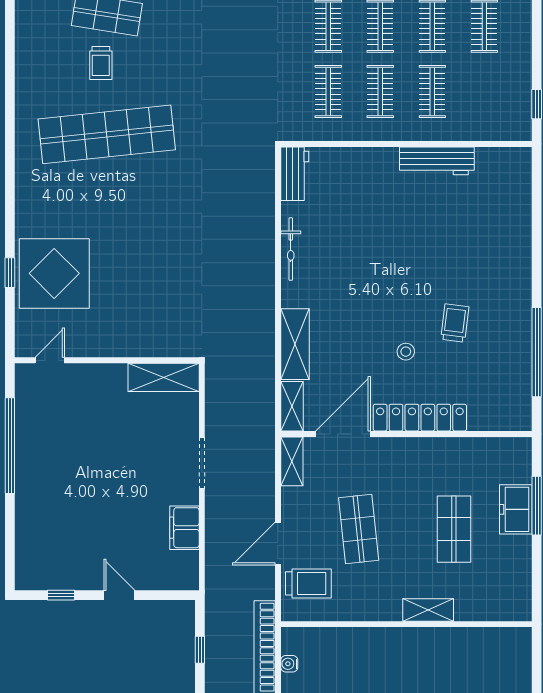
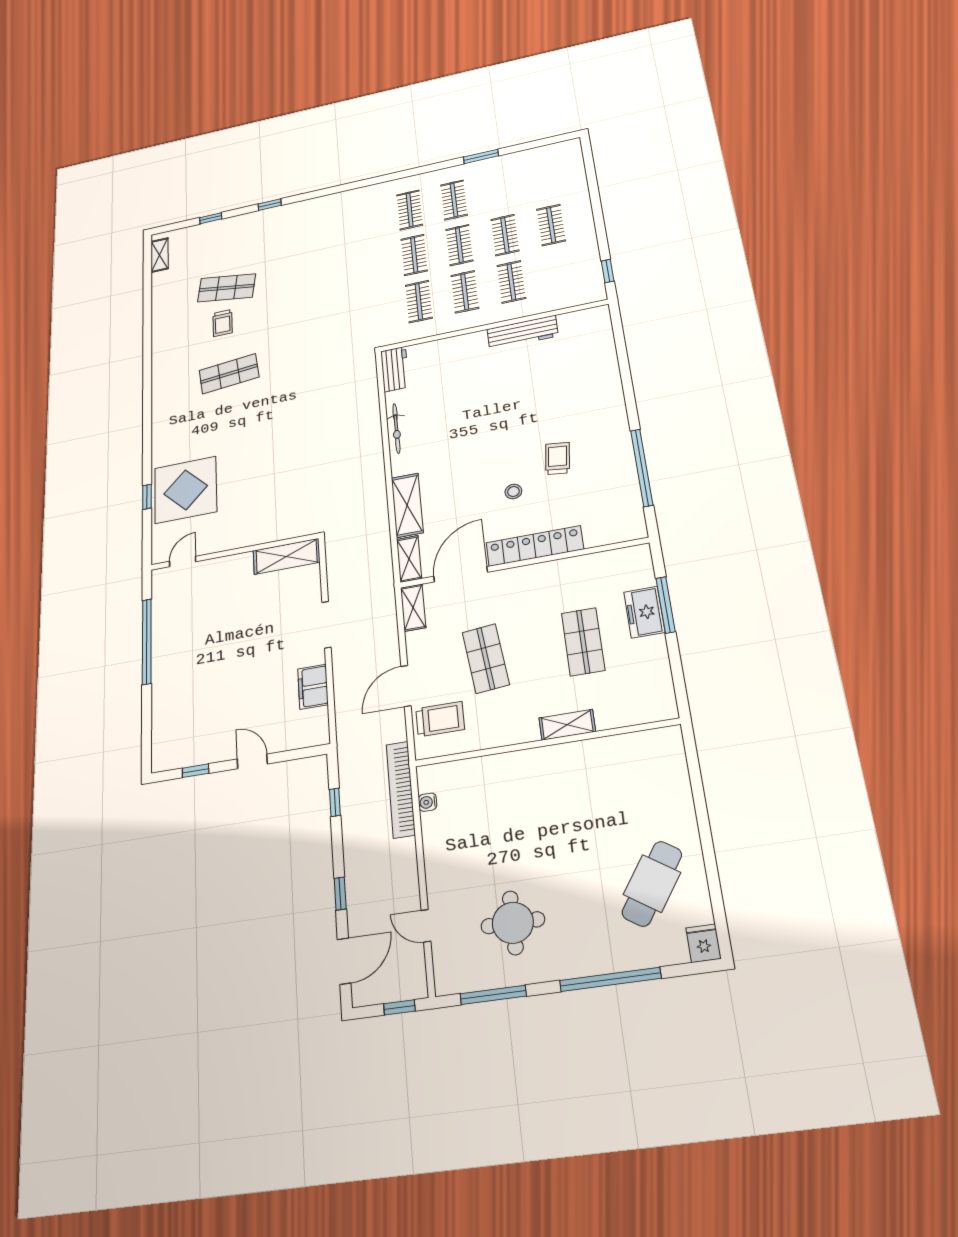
shop shelf: (107, 134) -> (229, 374), width x0.50, depth x0.74

